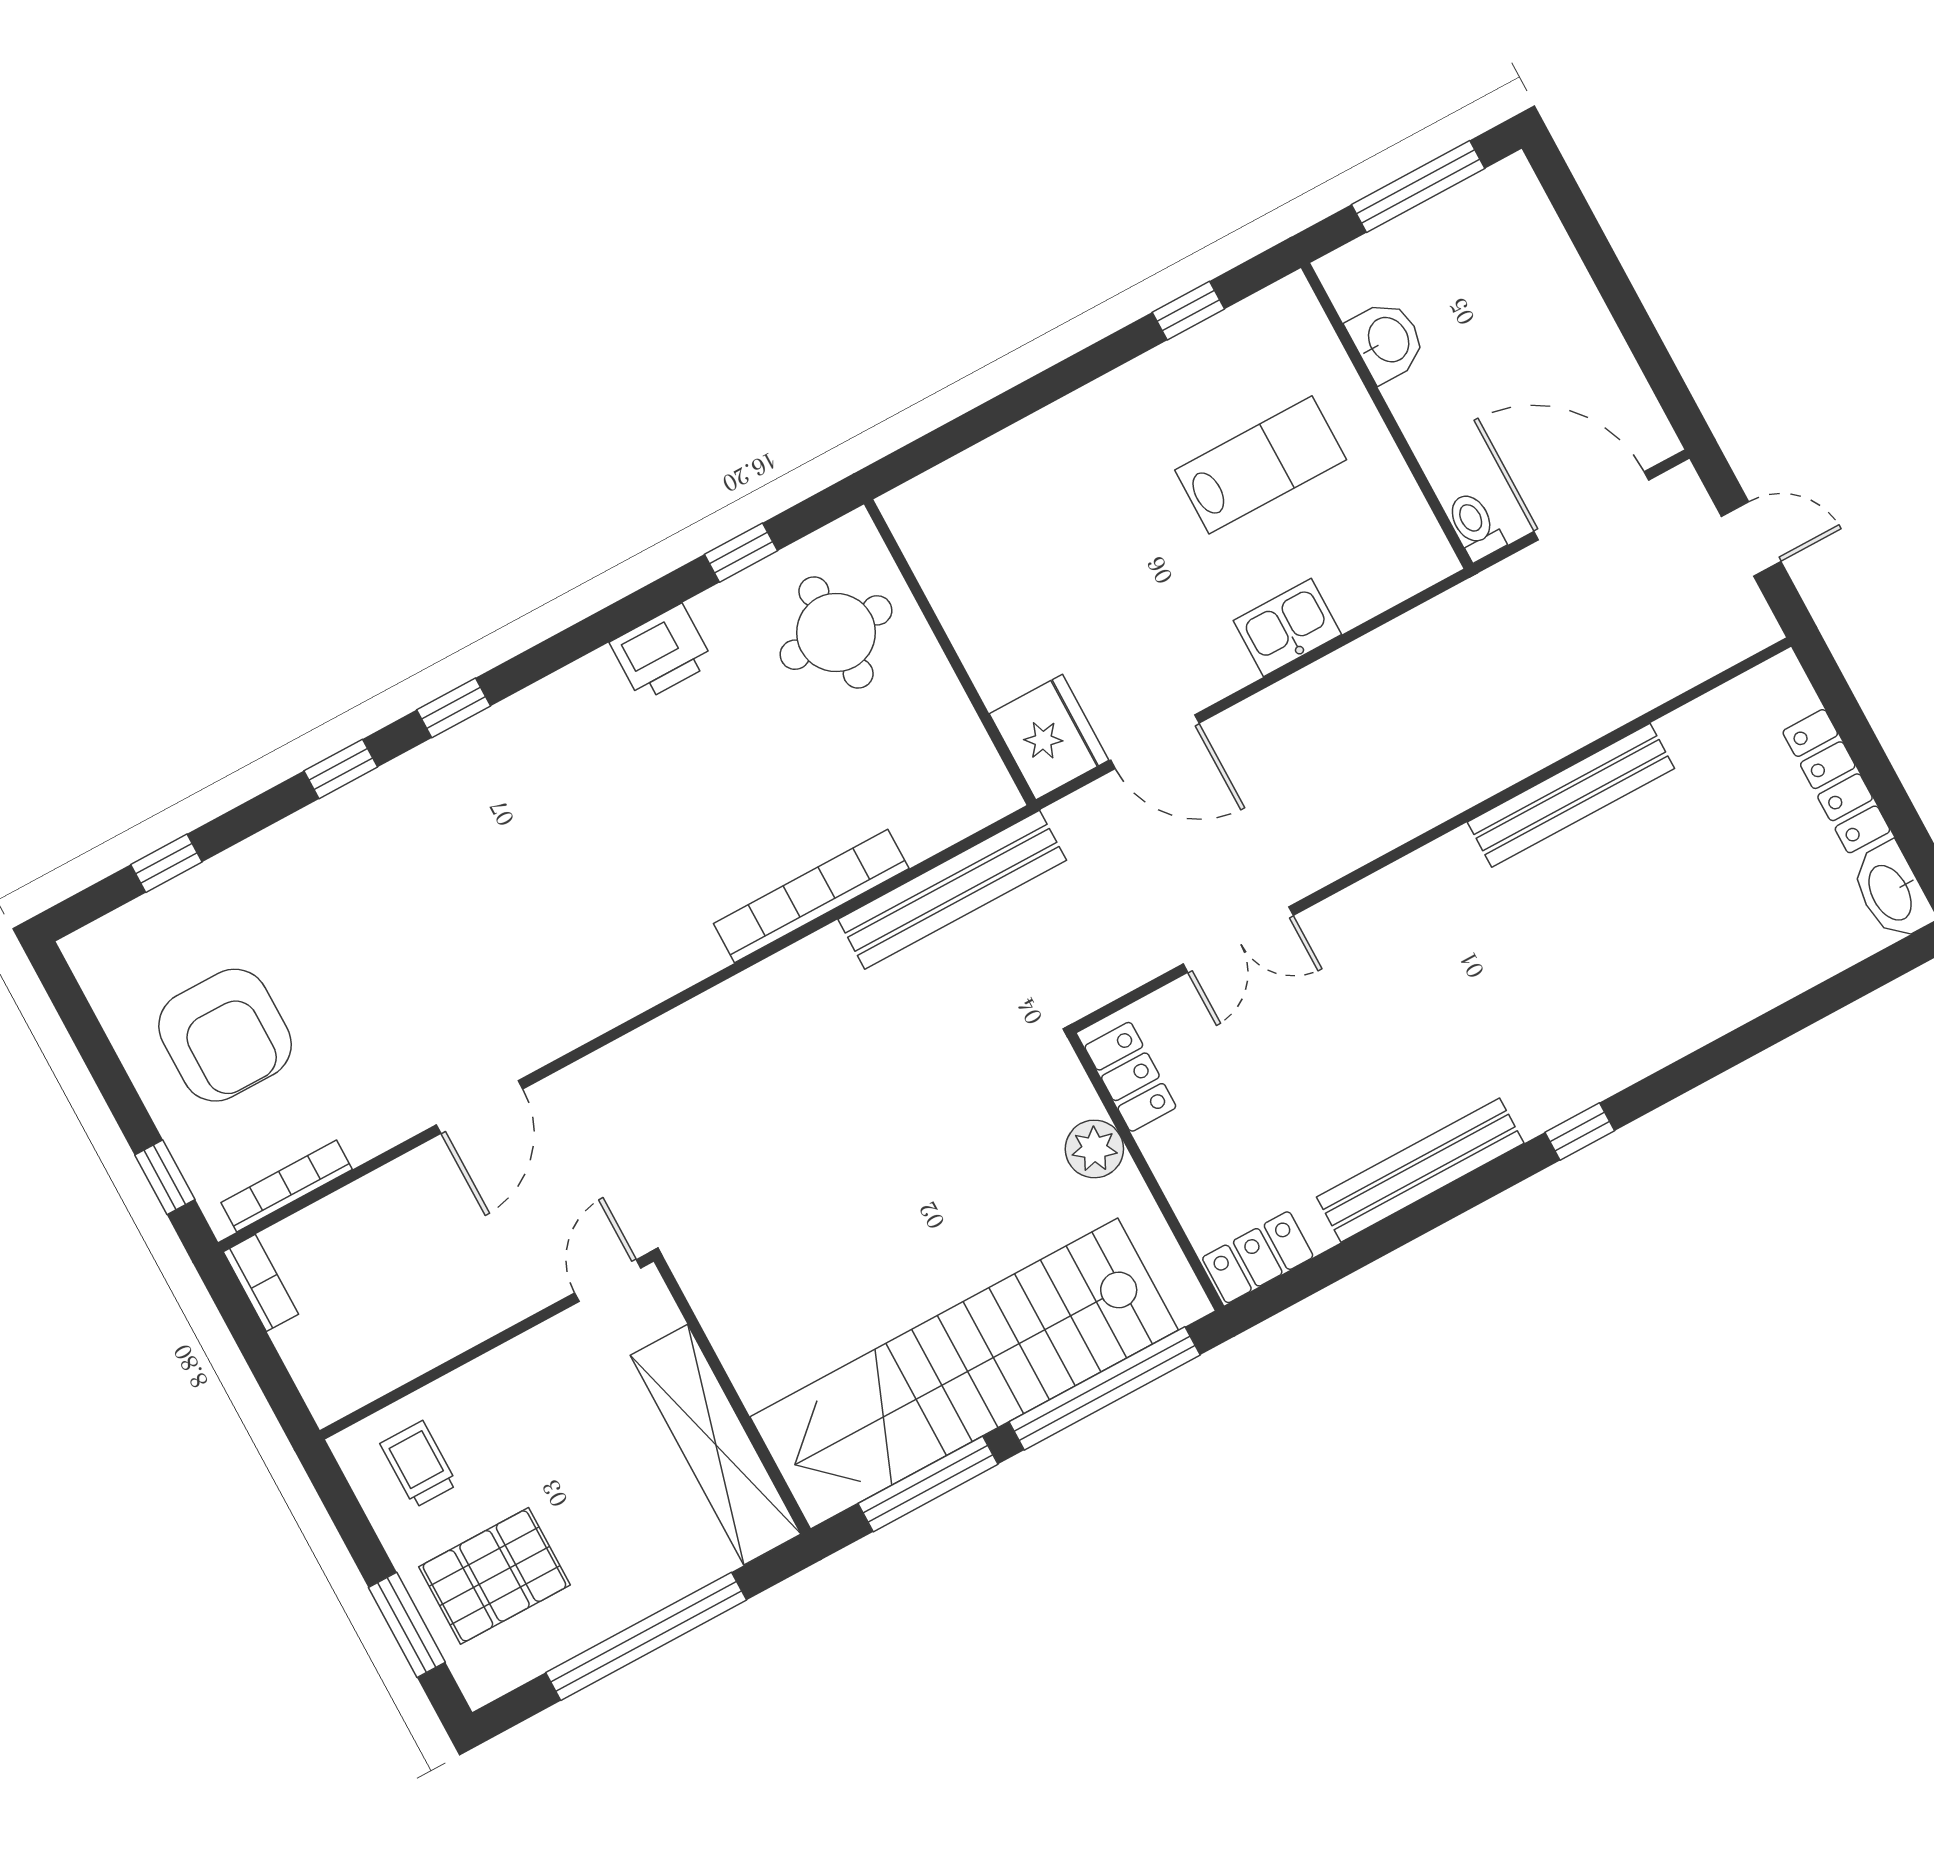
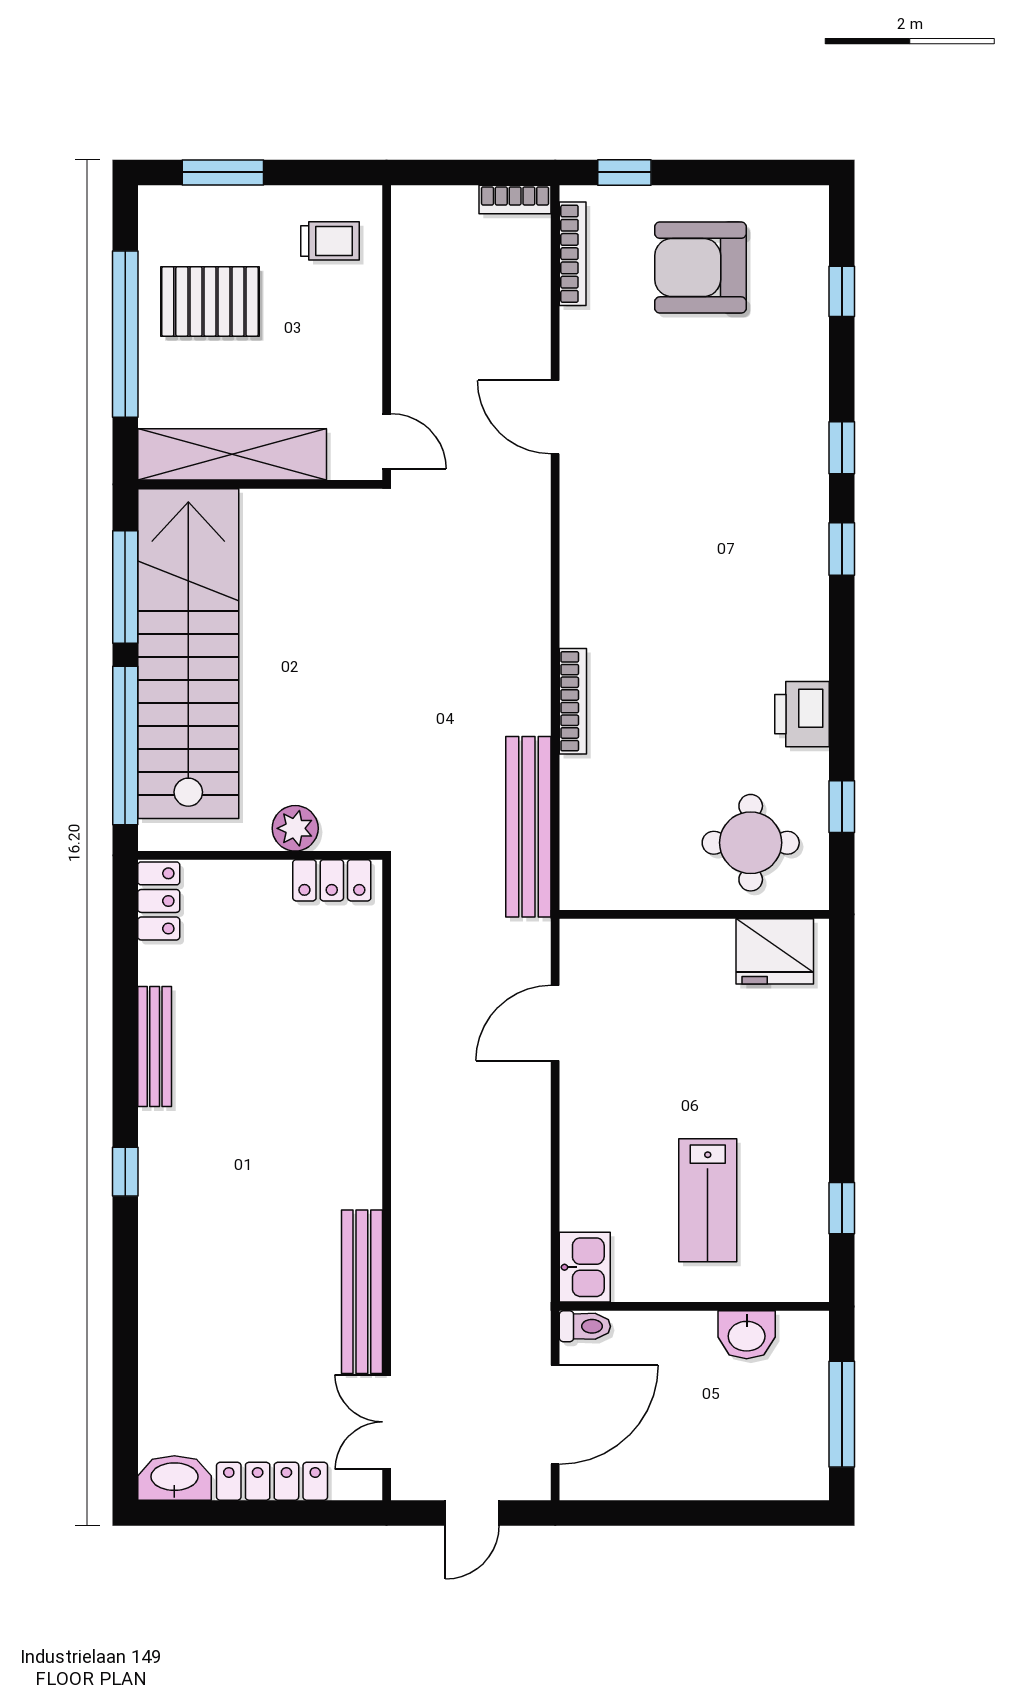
kitchen sink: (1287, 628) -> (585, 1267), moved
fridge: (1049, 737) -> (775, 951), moved
bookcase: (811, 896) -> (573, 701), width x0.68, depth x0.76
double door: (1238, 940) -> (387, 1422), moved
bench: (1420, 1170) -> (155, 1047), width x0.73, depth x0.82
pallet: (494, 1576) -> (210, 301), moved, turned 90

